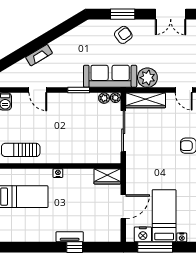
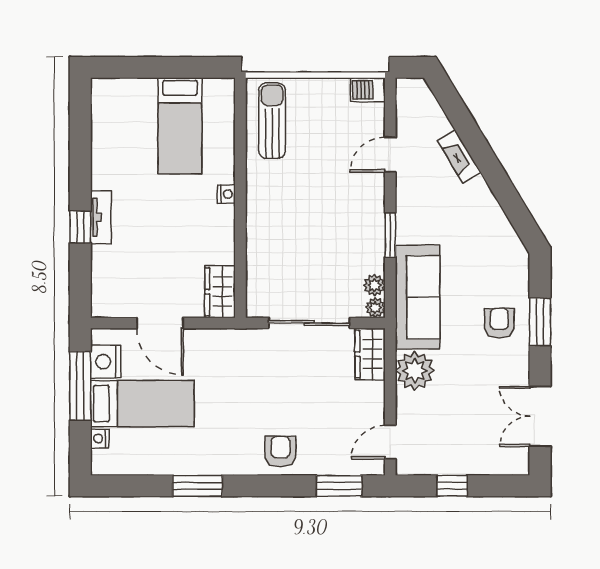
armchair: (123, 35) -> (499, 323), turned -143
wardrobe: (146, 100) -> (370, 354), width x0.67

